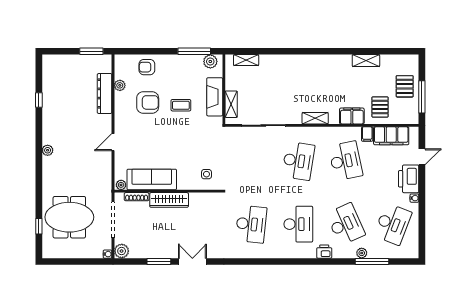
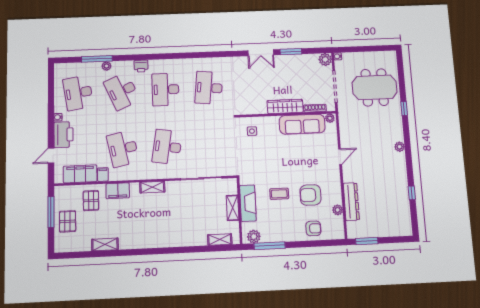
shelving: (231, 104) -> (233, 208), moved
desk: (393, 224) -> (78, 93), turned -30
window: (39, 226) -> (404, 108), moved

